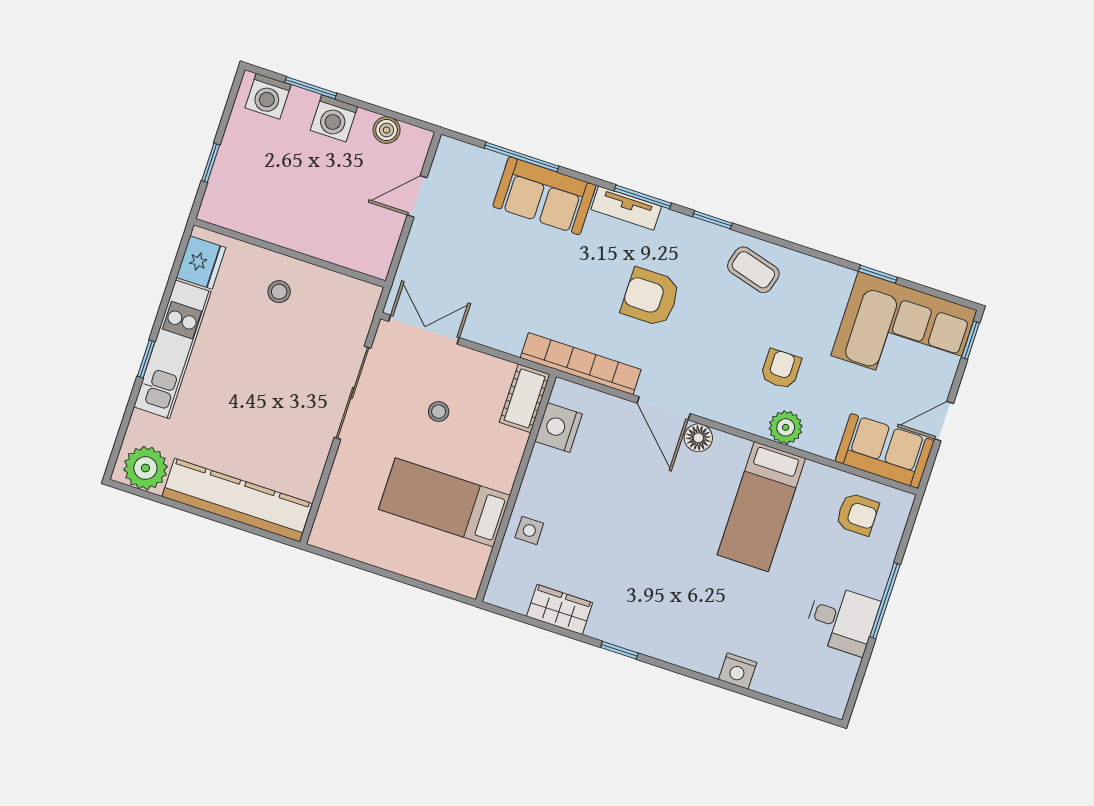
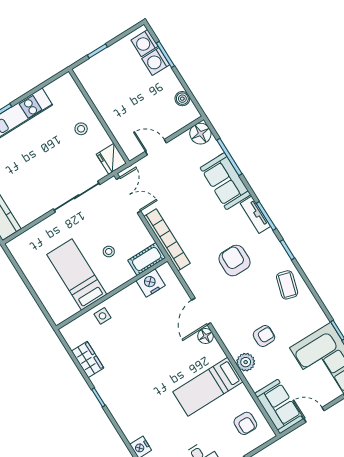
washing machine: (334, 118) -> (156, 62), moved
floor lamp: (453, 158) -> (200, 134), added
door: (417, 196) -> (156, 147), moved
fridge: (201, 262) -> (111, 159), moved, turned 90
bookcase: (581, 364) -> (167, 240), moved
stool: (439, 412) -> (109, 251), moved

